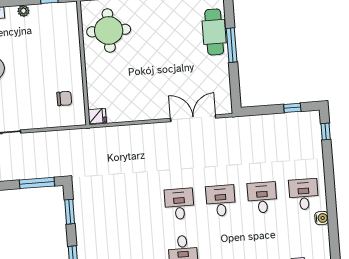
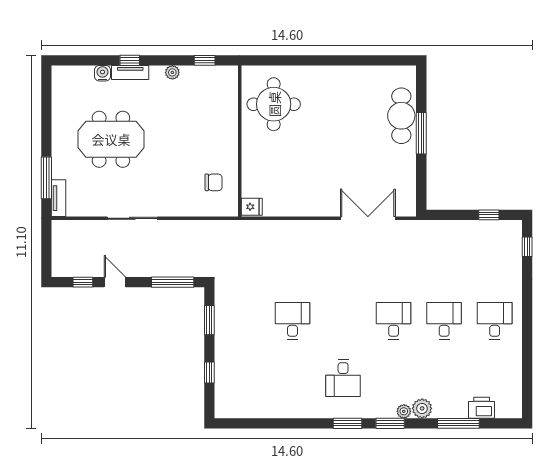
desk: (179, 204) -> (292, 321), moved
water cooler: (322, 218) -> (514, 351), removed

